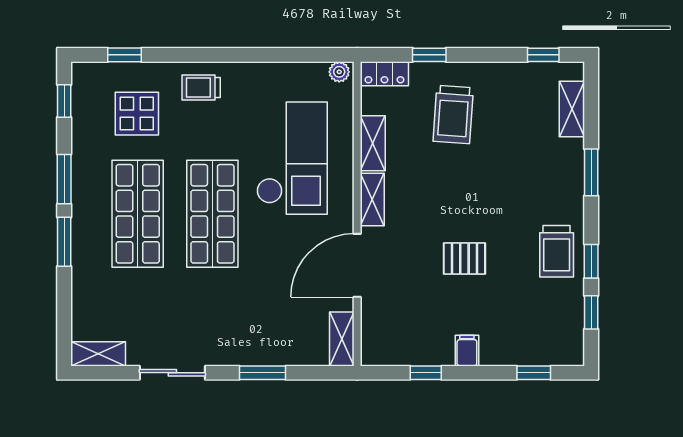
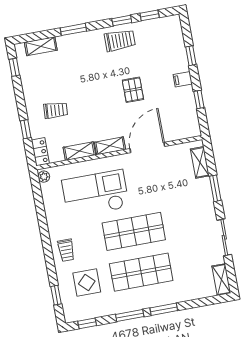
trolley: (453, 115) -> (56, 110), width x0.73, depth x0.72
door: (357, 265) -> (147, 147), swing flipped
shelving: (342, 339) -> (200, 162), moved, turned 90
window: (534, 373) -> (191, 56), moved

